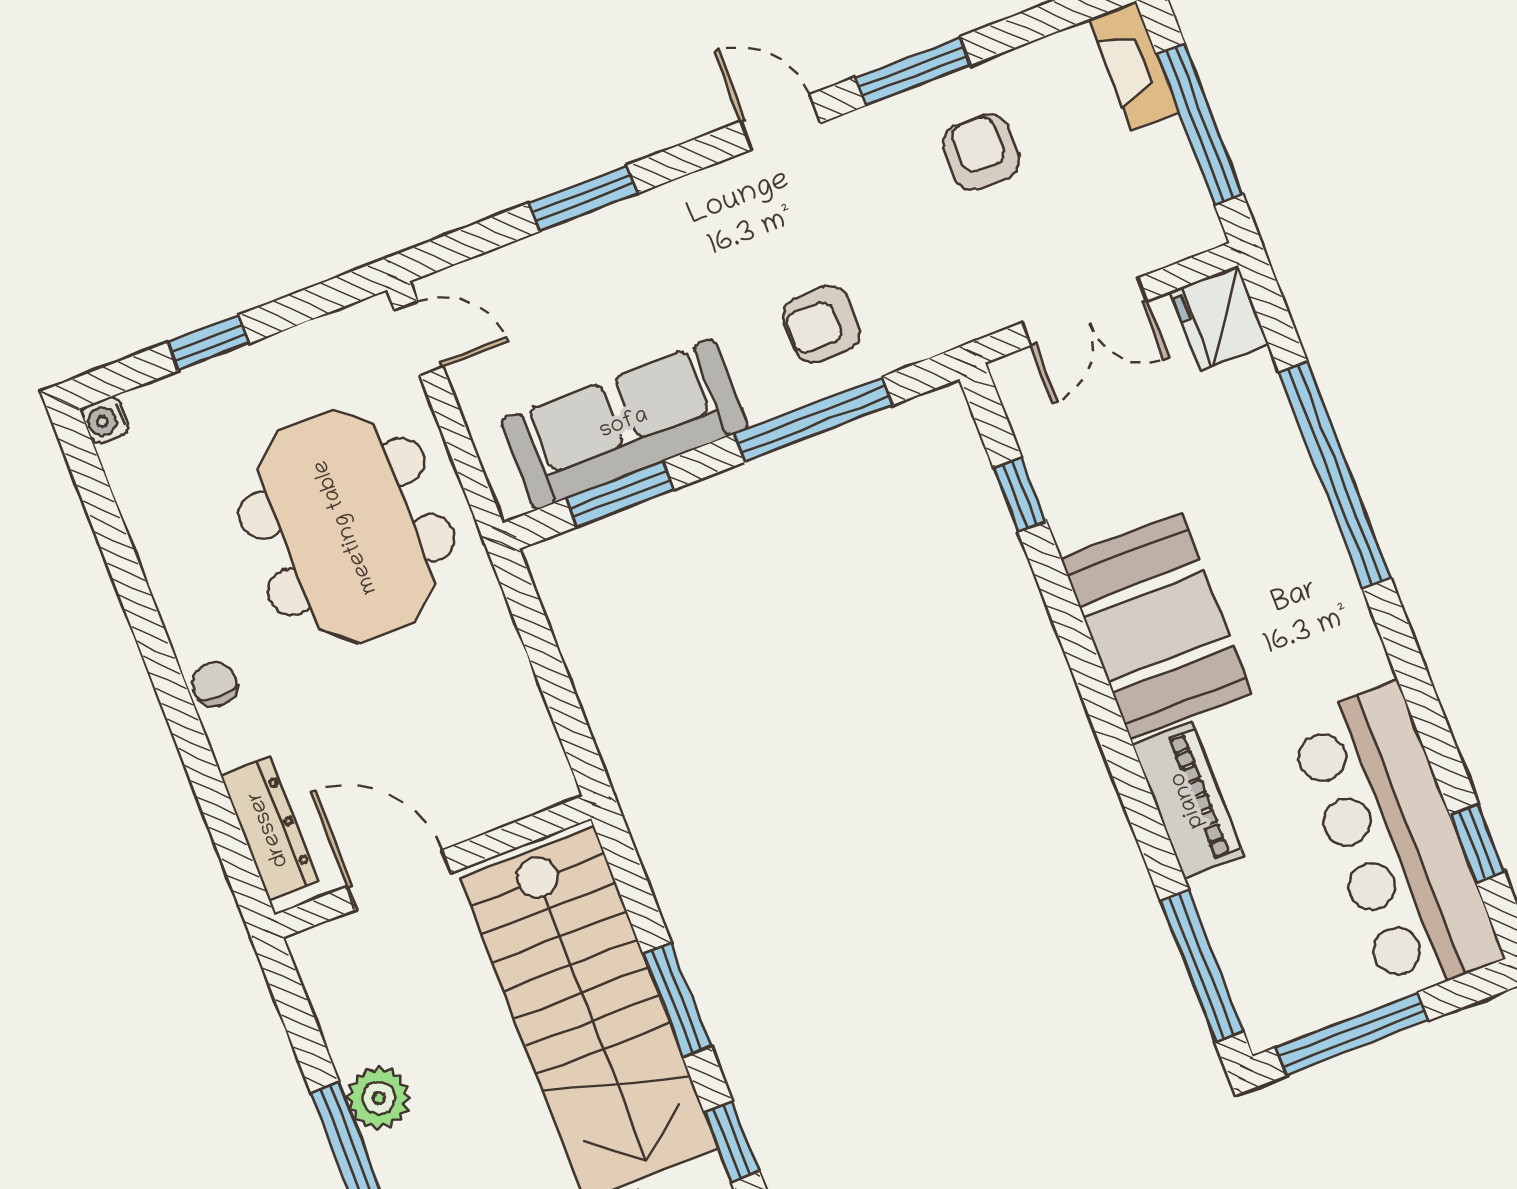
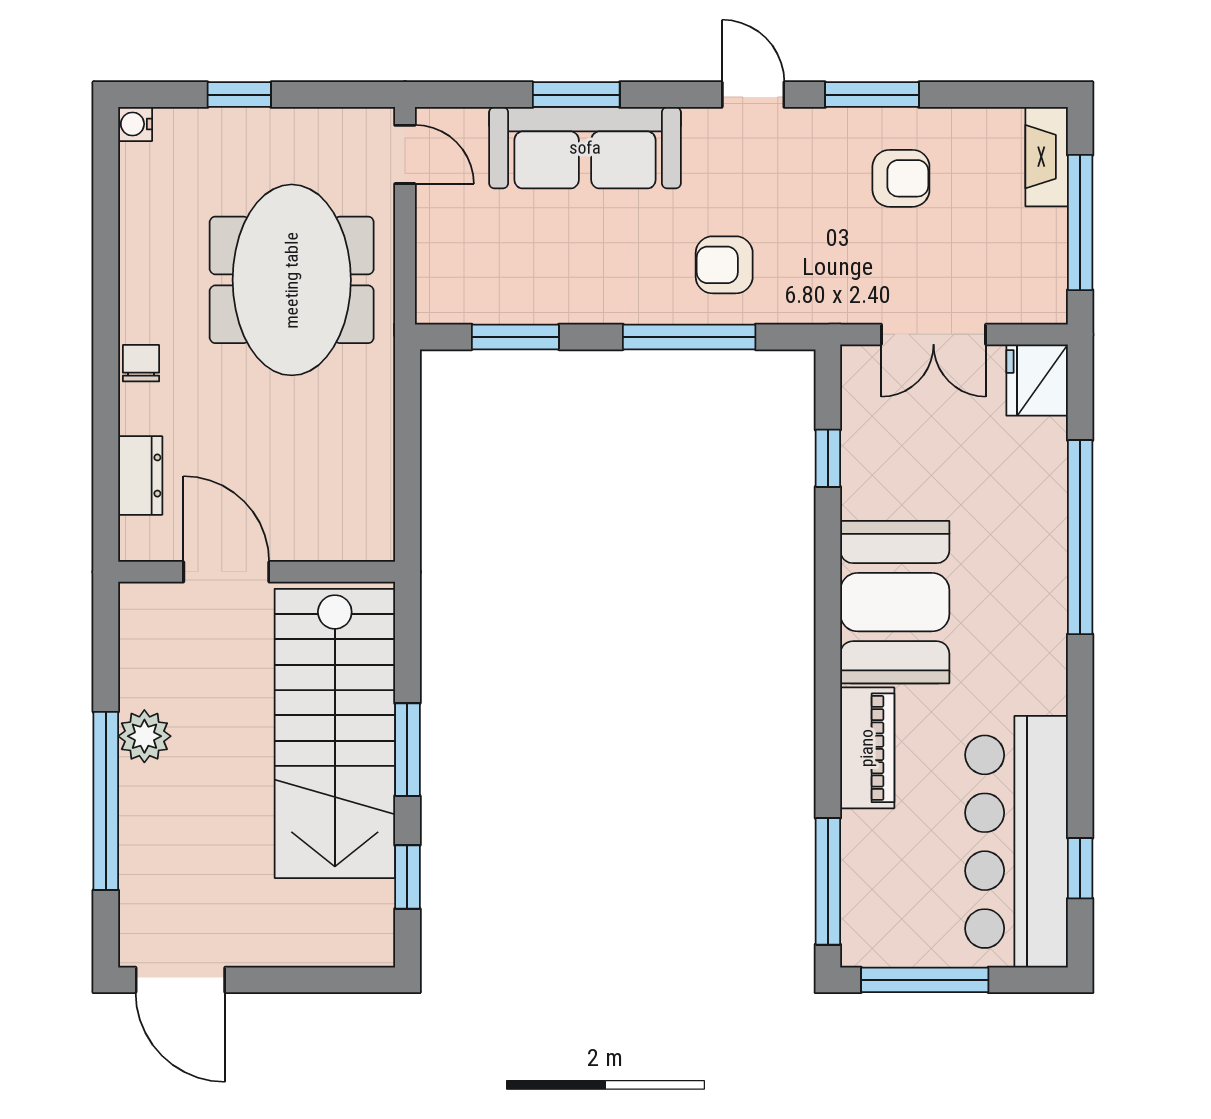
armchair: (981, 152) -> (901, 178), turned 90
sofa: (624, 424) -> (585, 148), moved, turned 180
dresser: (269, 829) -> (140, 475), width x0.70

